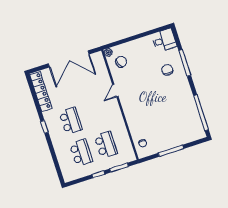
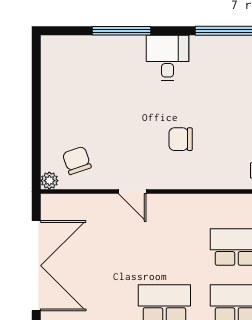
desk: (164, 40) -> (167, 58), moved
chair: (167, 70) -> (181, 139), moved

